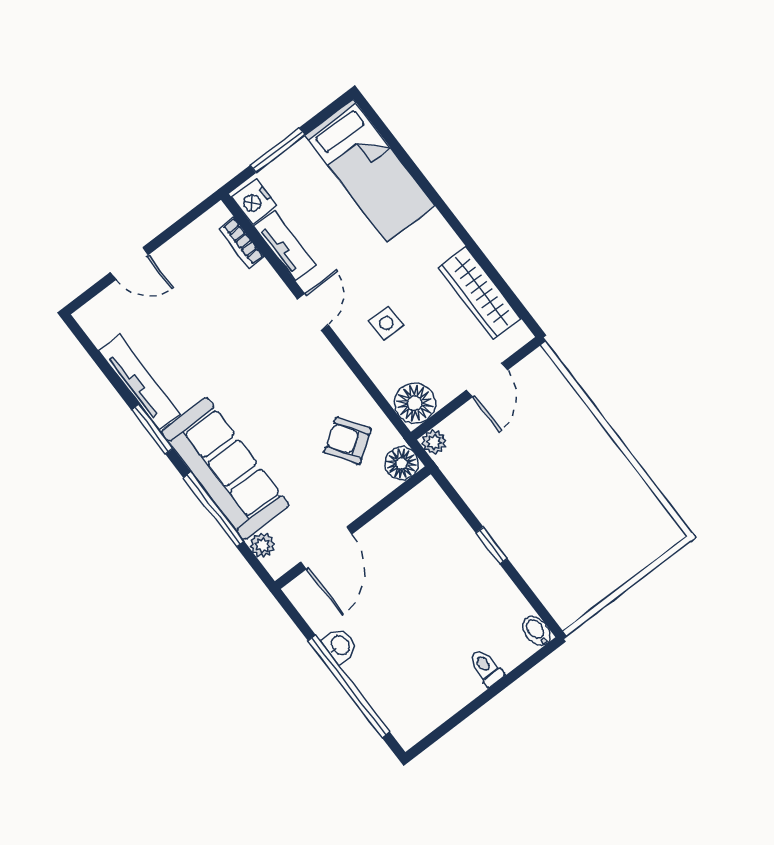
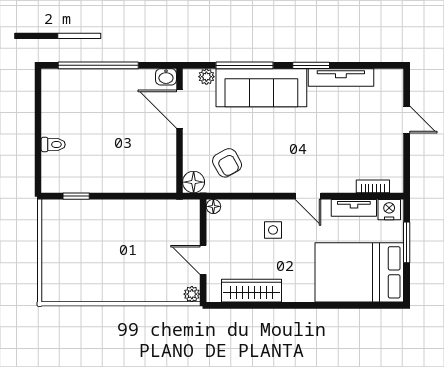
bed: (370, 171) -> (359, 272), width x1.50
door: (129, 264) -> (407, 120), swing flipped
floor lamp: (415, 403) -> (213, 206), width x0.53, depth x0.53
armchair: (348, 441) -> (227, 163), turned 95
plant: (434, 442) -> (192, 294), moved
window: (492, 546) -> (76, 196), moved
bidet: (537, 631) -> (52, 186), removed
washbasin: (340, 646) -> (166, 77), moved

